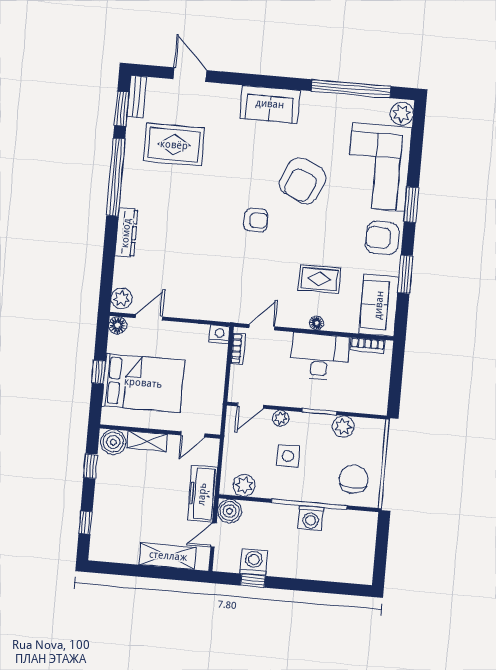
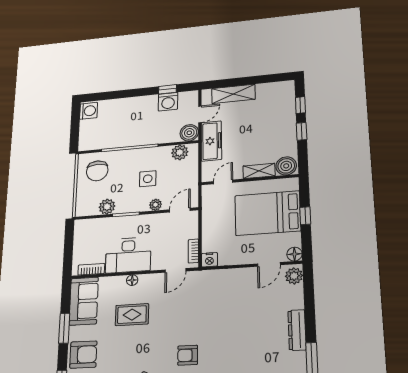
window: (90, 466) -> (302, 131), moved
washing machine: (311, 518) -> (89, 111), moved, turned 90

